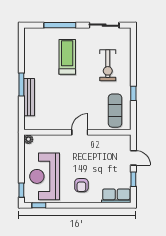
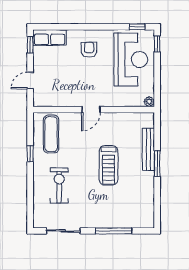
treadmill: (67, 57) -> (109, 165), moved
door: (133, 158) -> (30, 81), hinge flipped
window: (133, 179) -> (30, 45), moved

